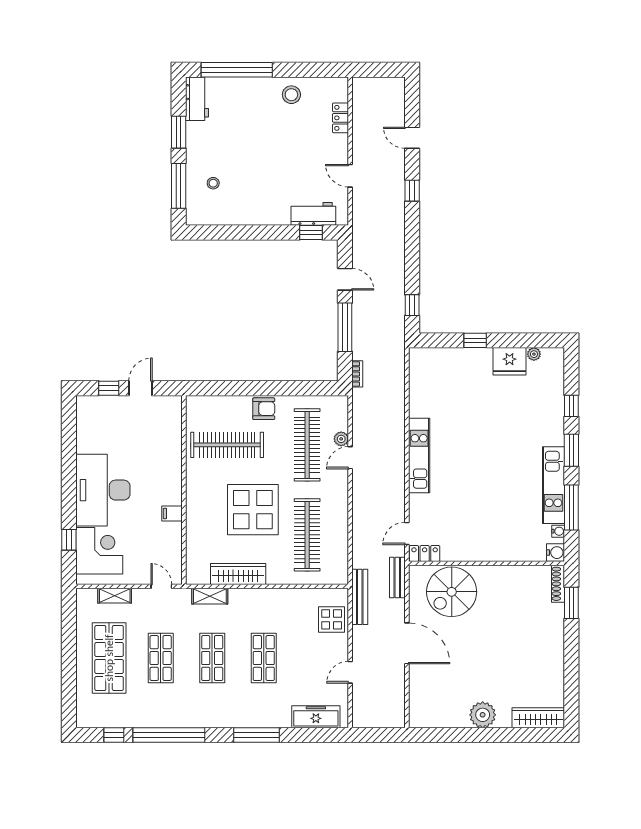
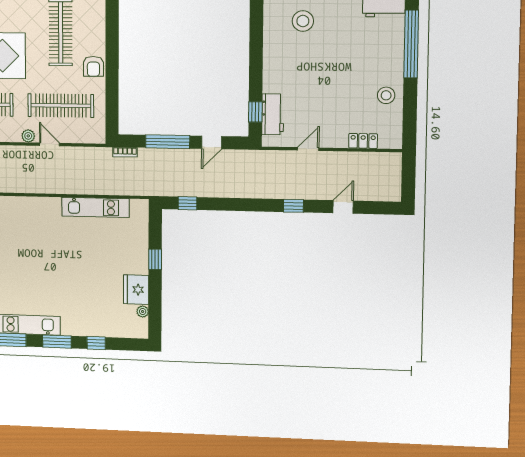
stool: (213, 183) -> (303, 21), width x1.89, depth x1.89
plant: (341, 439) -> (28, 136), moved
kitchen unit: (419, 455) -> (95, 207), moved

